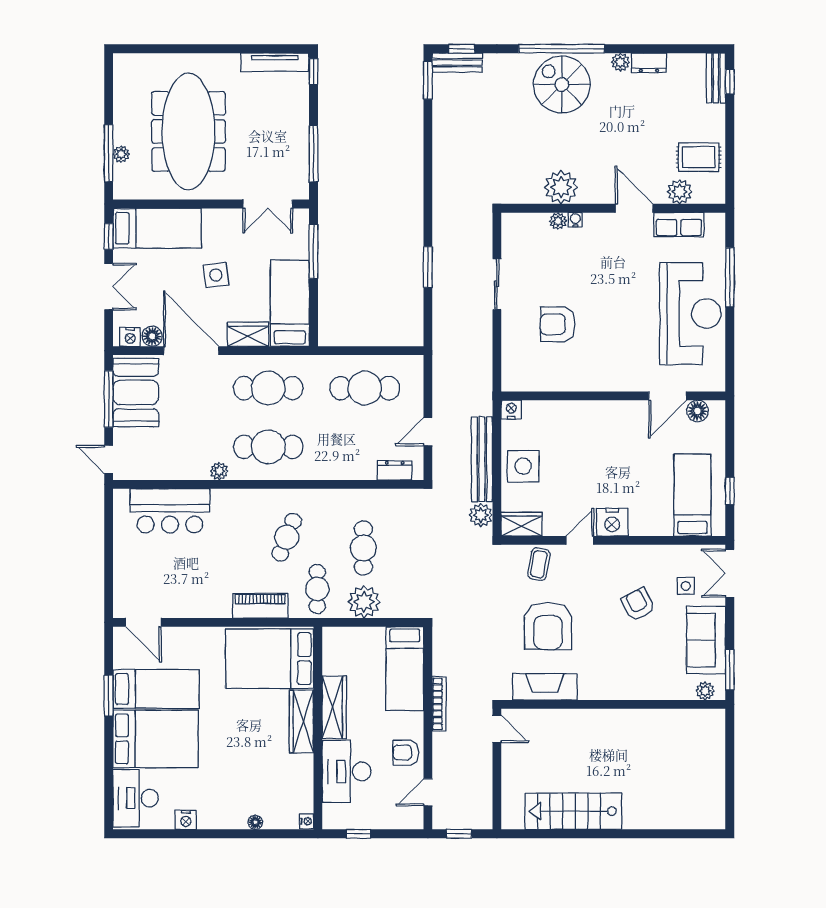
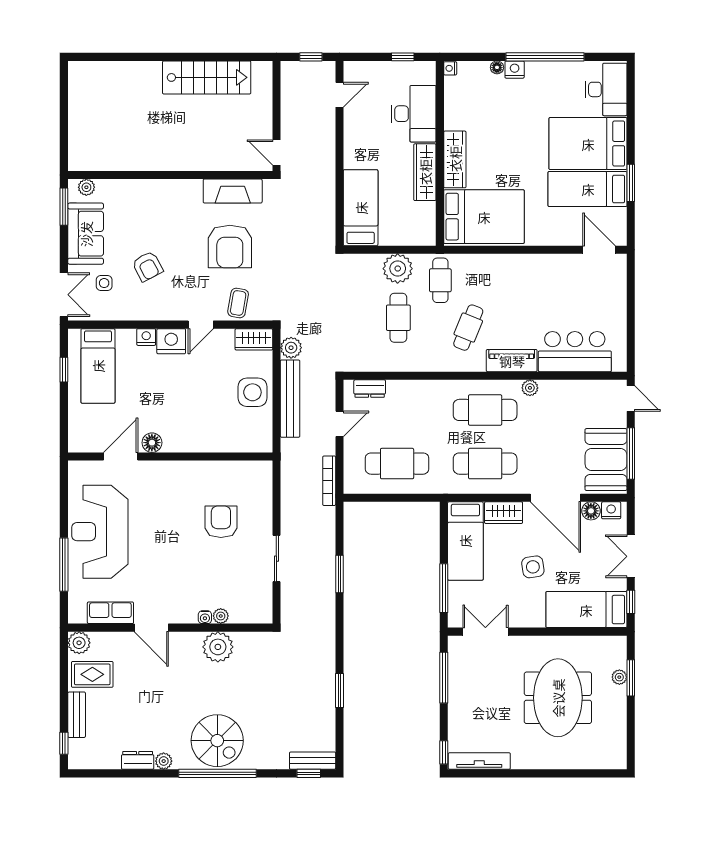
bench: (716, 78) -> (77, 715), moved
window: (428, 80) -> (339, 691), moved
meeting table: (188, 131) -> (558, 698), width x0.73
window: (109, 153) -> (631, 678), width x0.69
plant: (679, 192) -> (79, 643), moved
armchair: (558, 324) -> (221, 522), turned -90
nightstand: (511, 410) -> (146, 337), moved, turned 180
floor lamp: (697, 411) -> (152, 443), moved
piano: (260, 606) -> (512, 361), moved, turned 180
armchair: (548, 626) -> (230, 246), turned 180
bookcase: (439, 704) -> (329, 481), moved
armchair: (406, 753) -> (360, 131), removed
nightstand: (186, 820) -> (515, 70), moved
window: (203, 834) -> (545, 57), added

